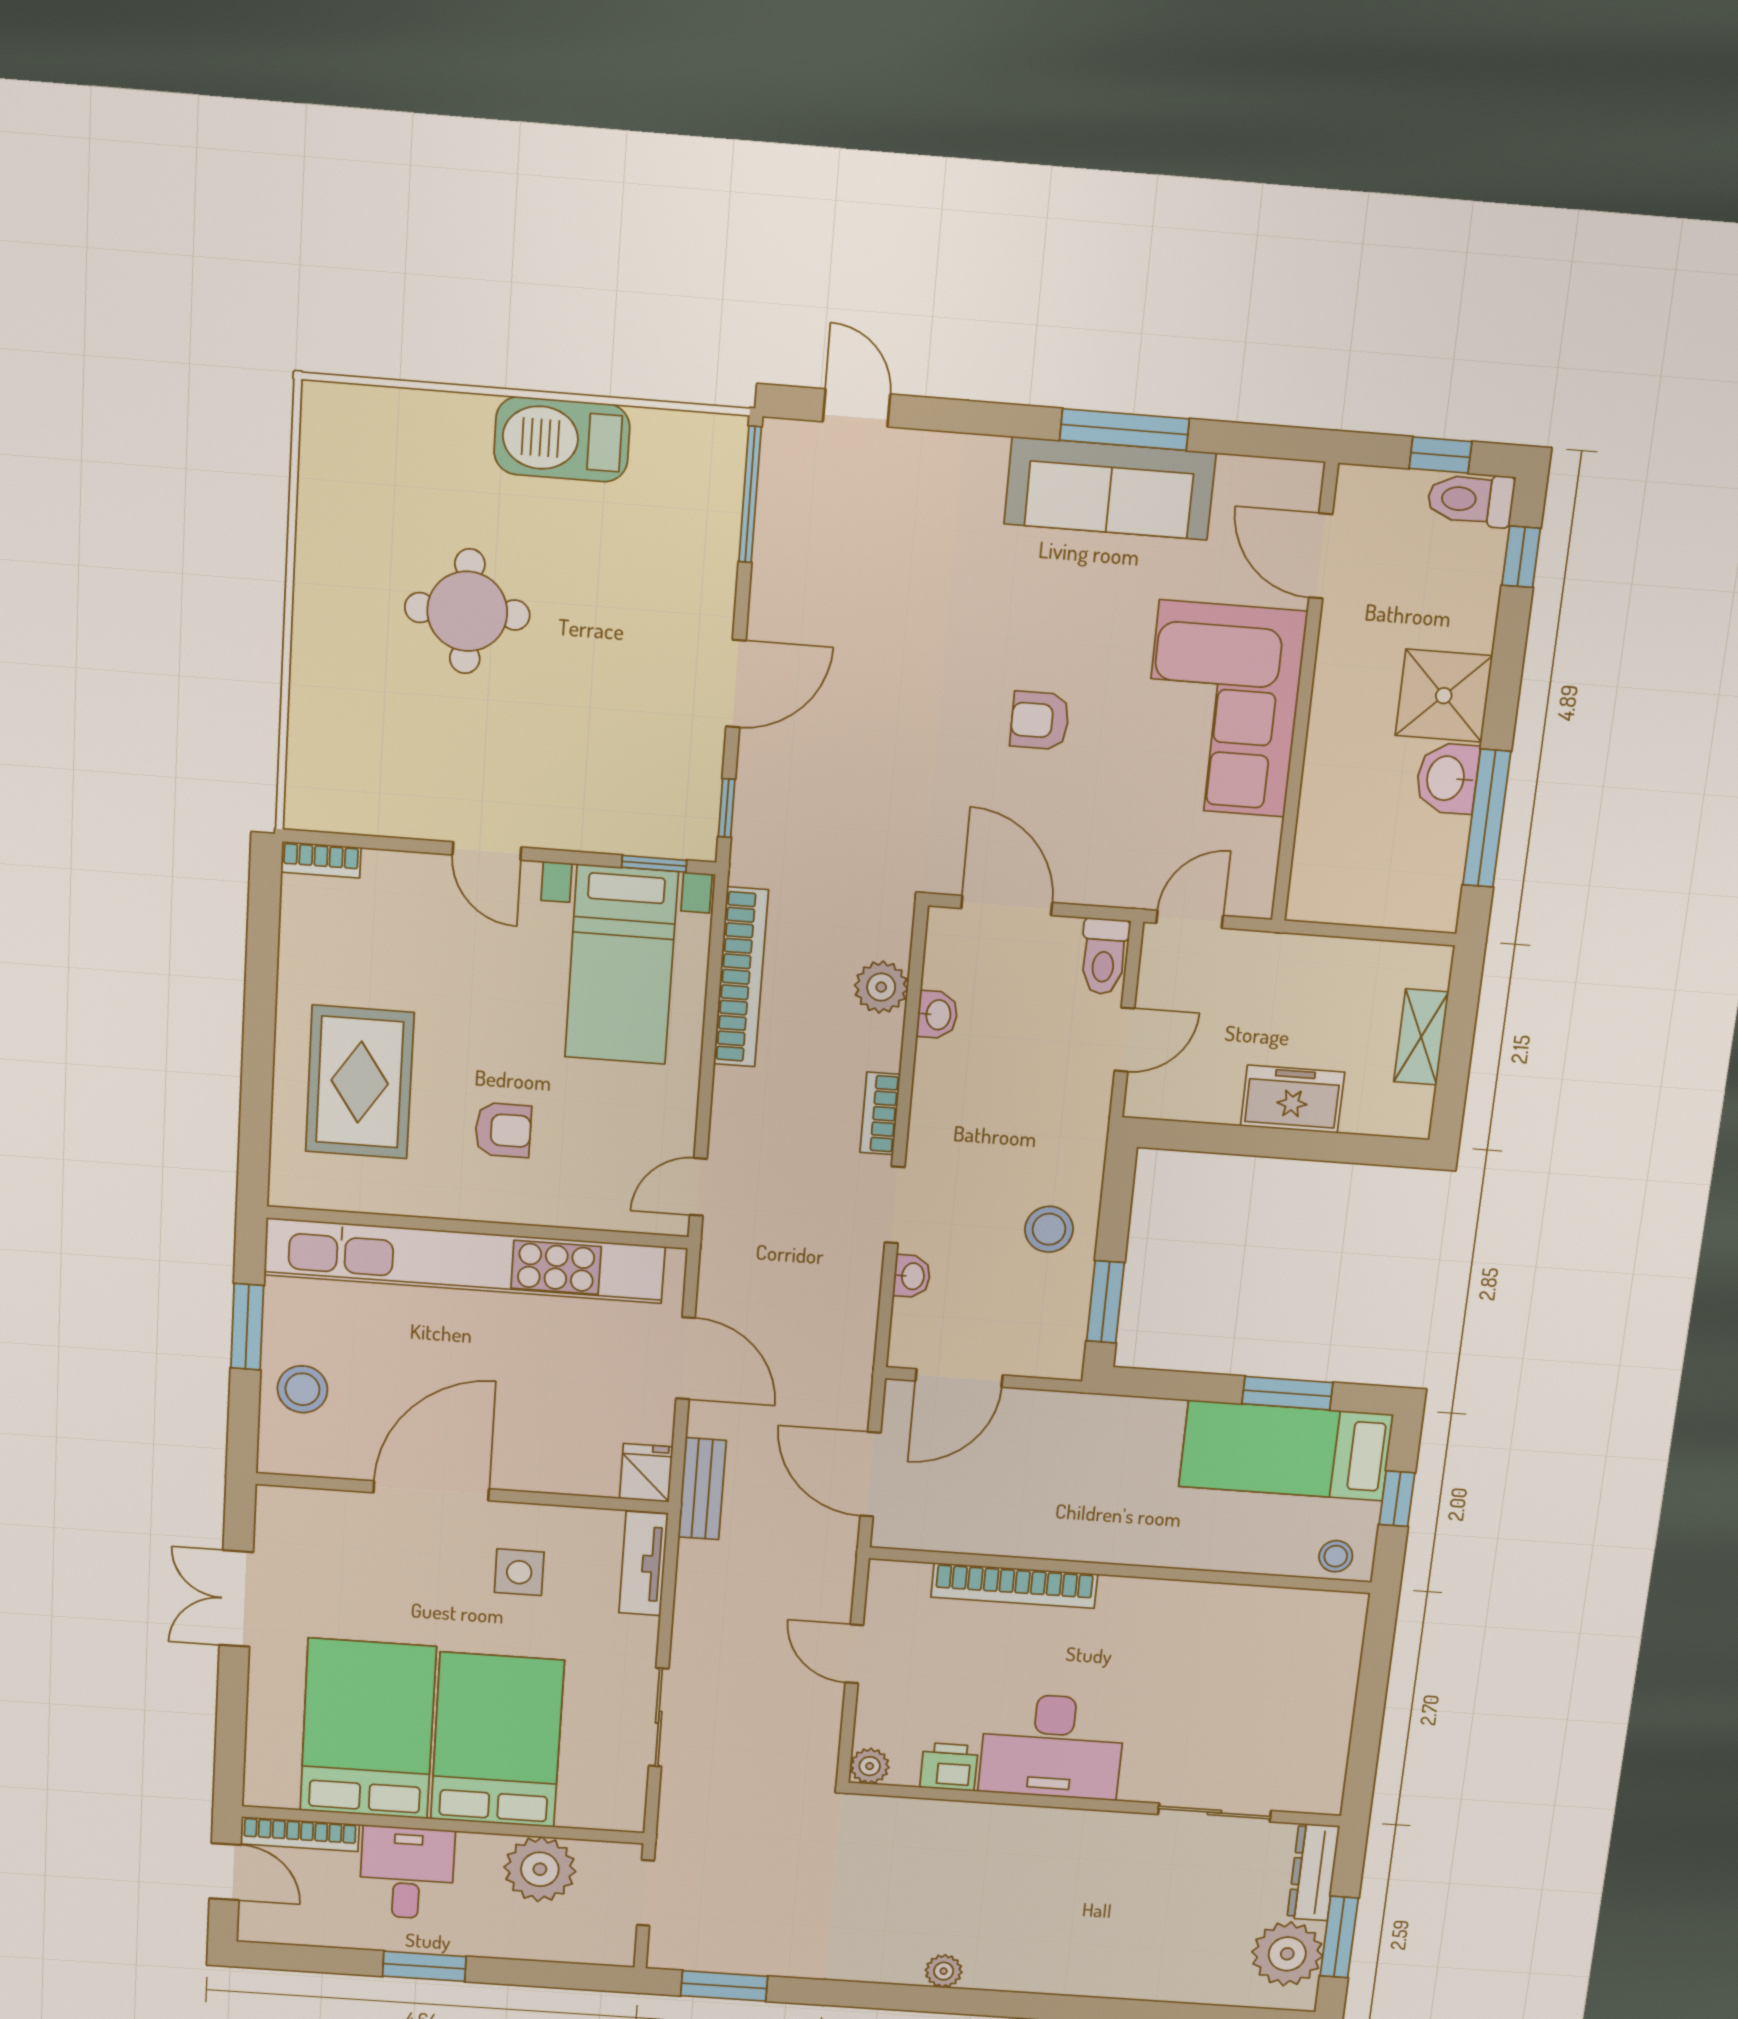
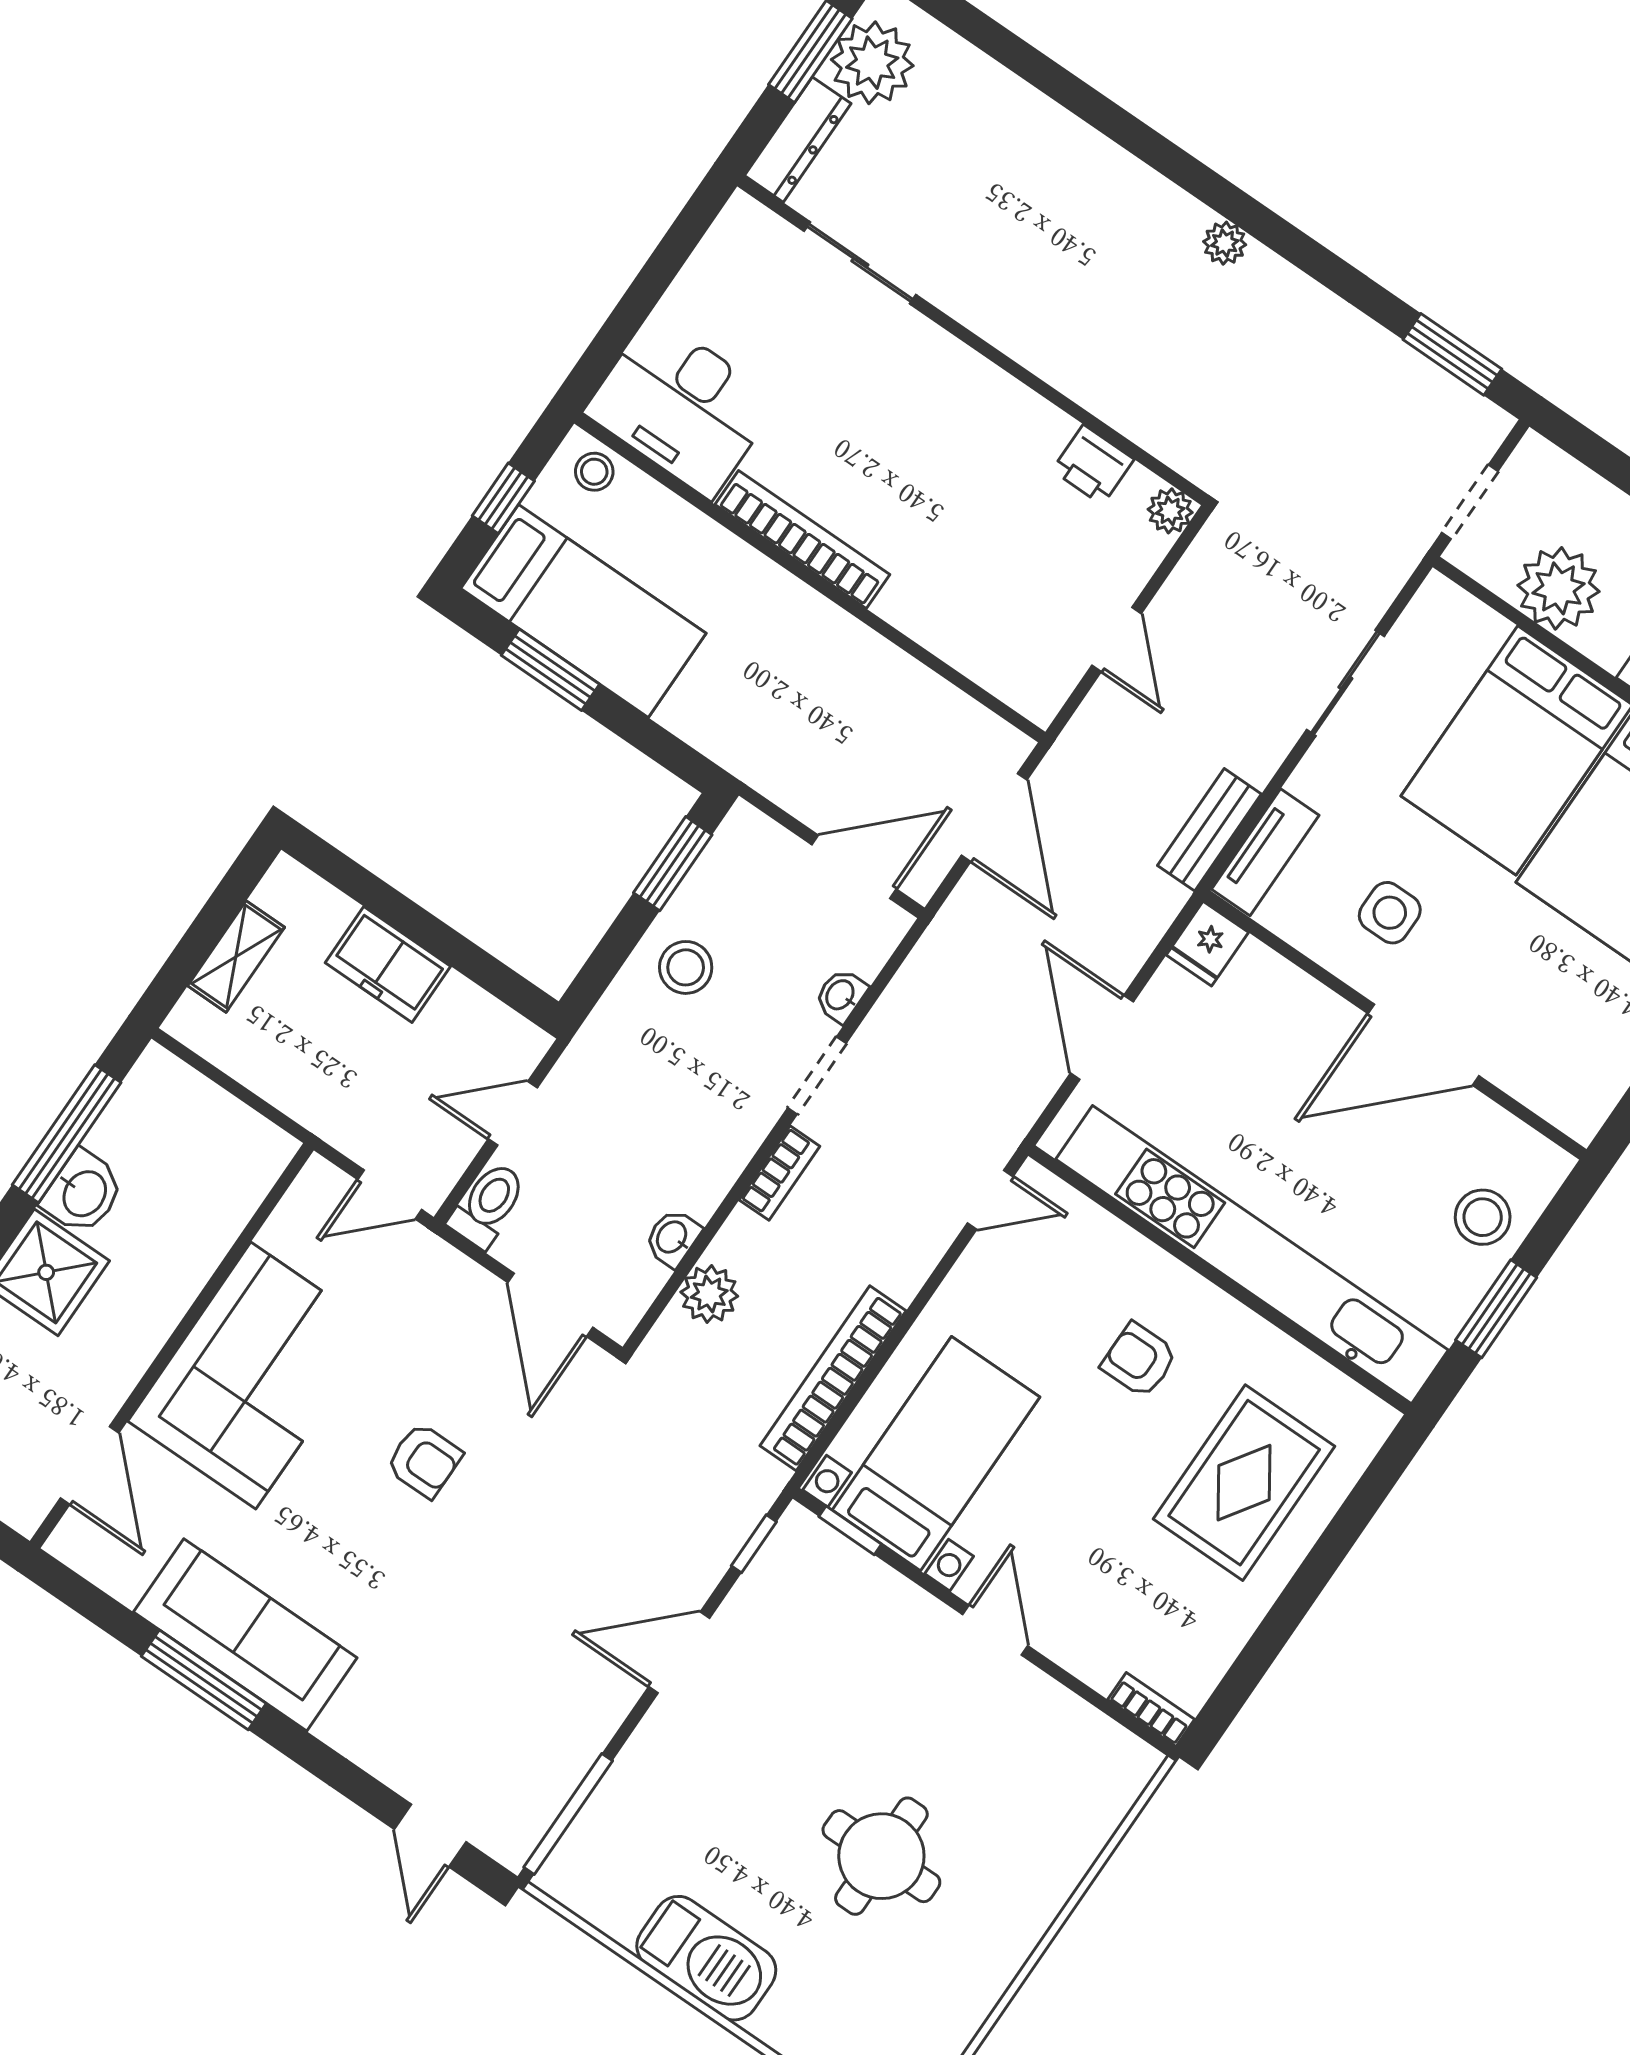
bench: (702, 1489) -> (1209, 830), moved
bookcase: (1014, 1586) -> (802, 540), moved
desk: (1052, 1746) -> (682, 407), moved, turned 180

